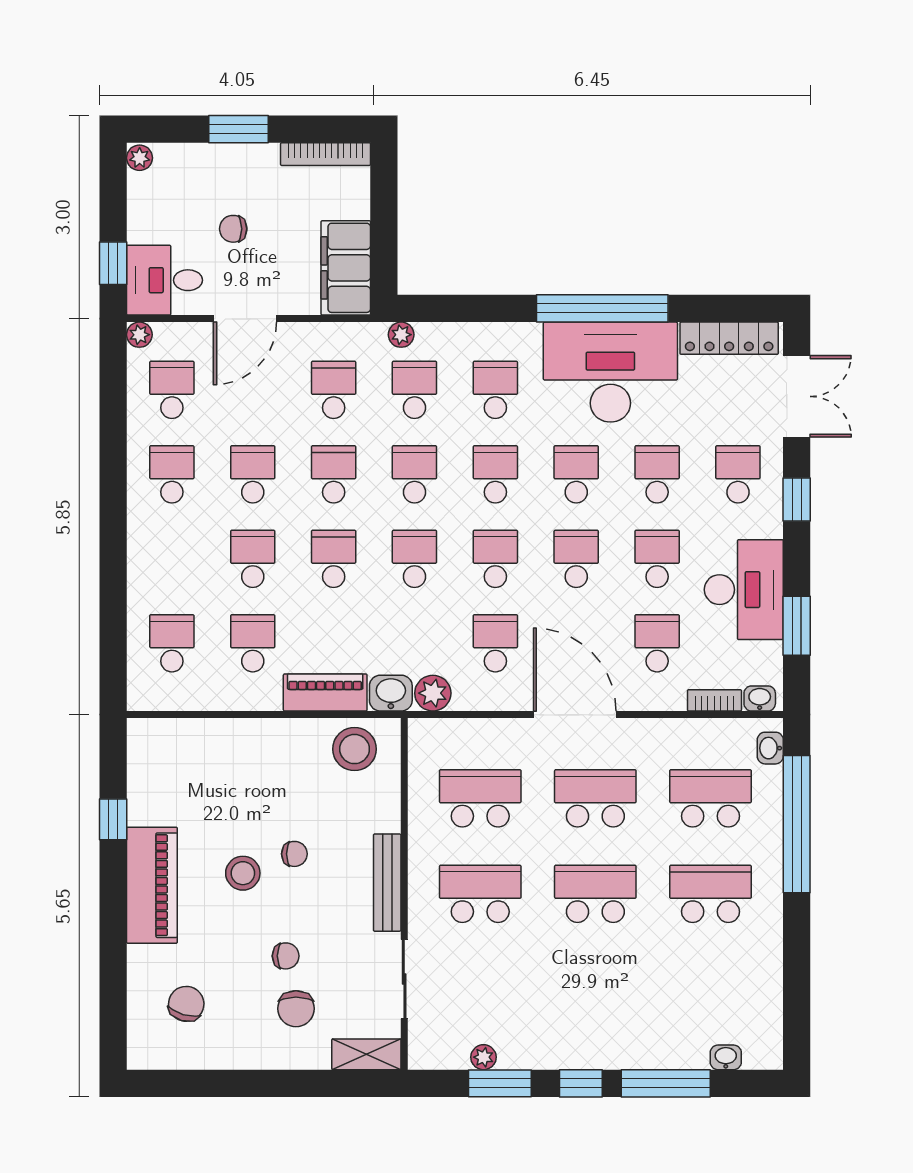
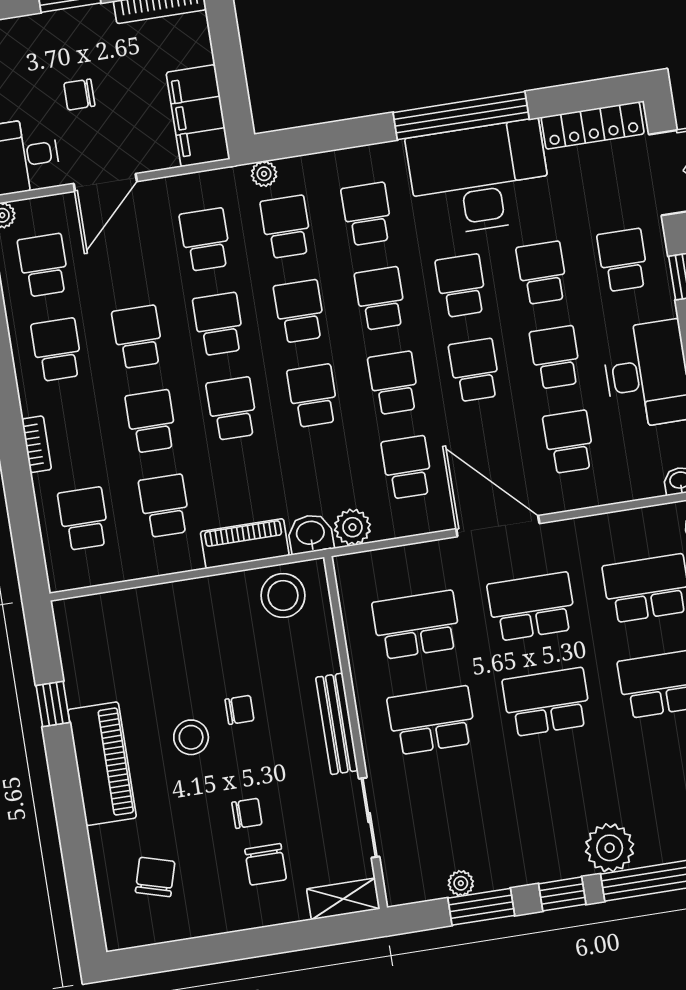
bookcase: (714, 700) -> (37, 444), moved, turned 90
plant: (634, 1046) -> (610, 848), added

